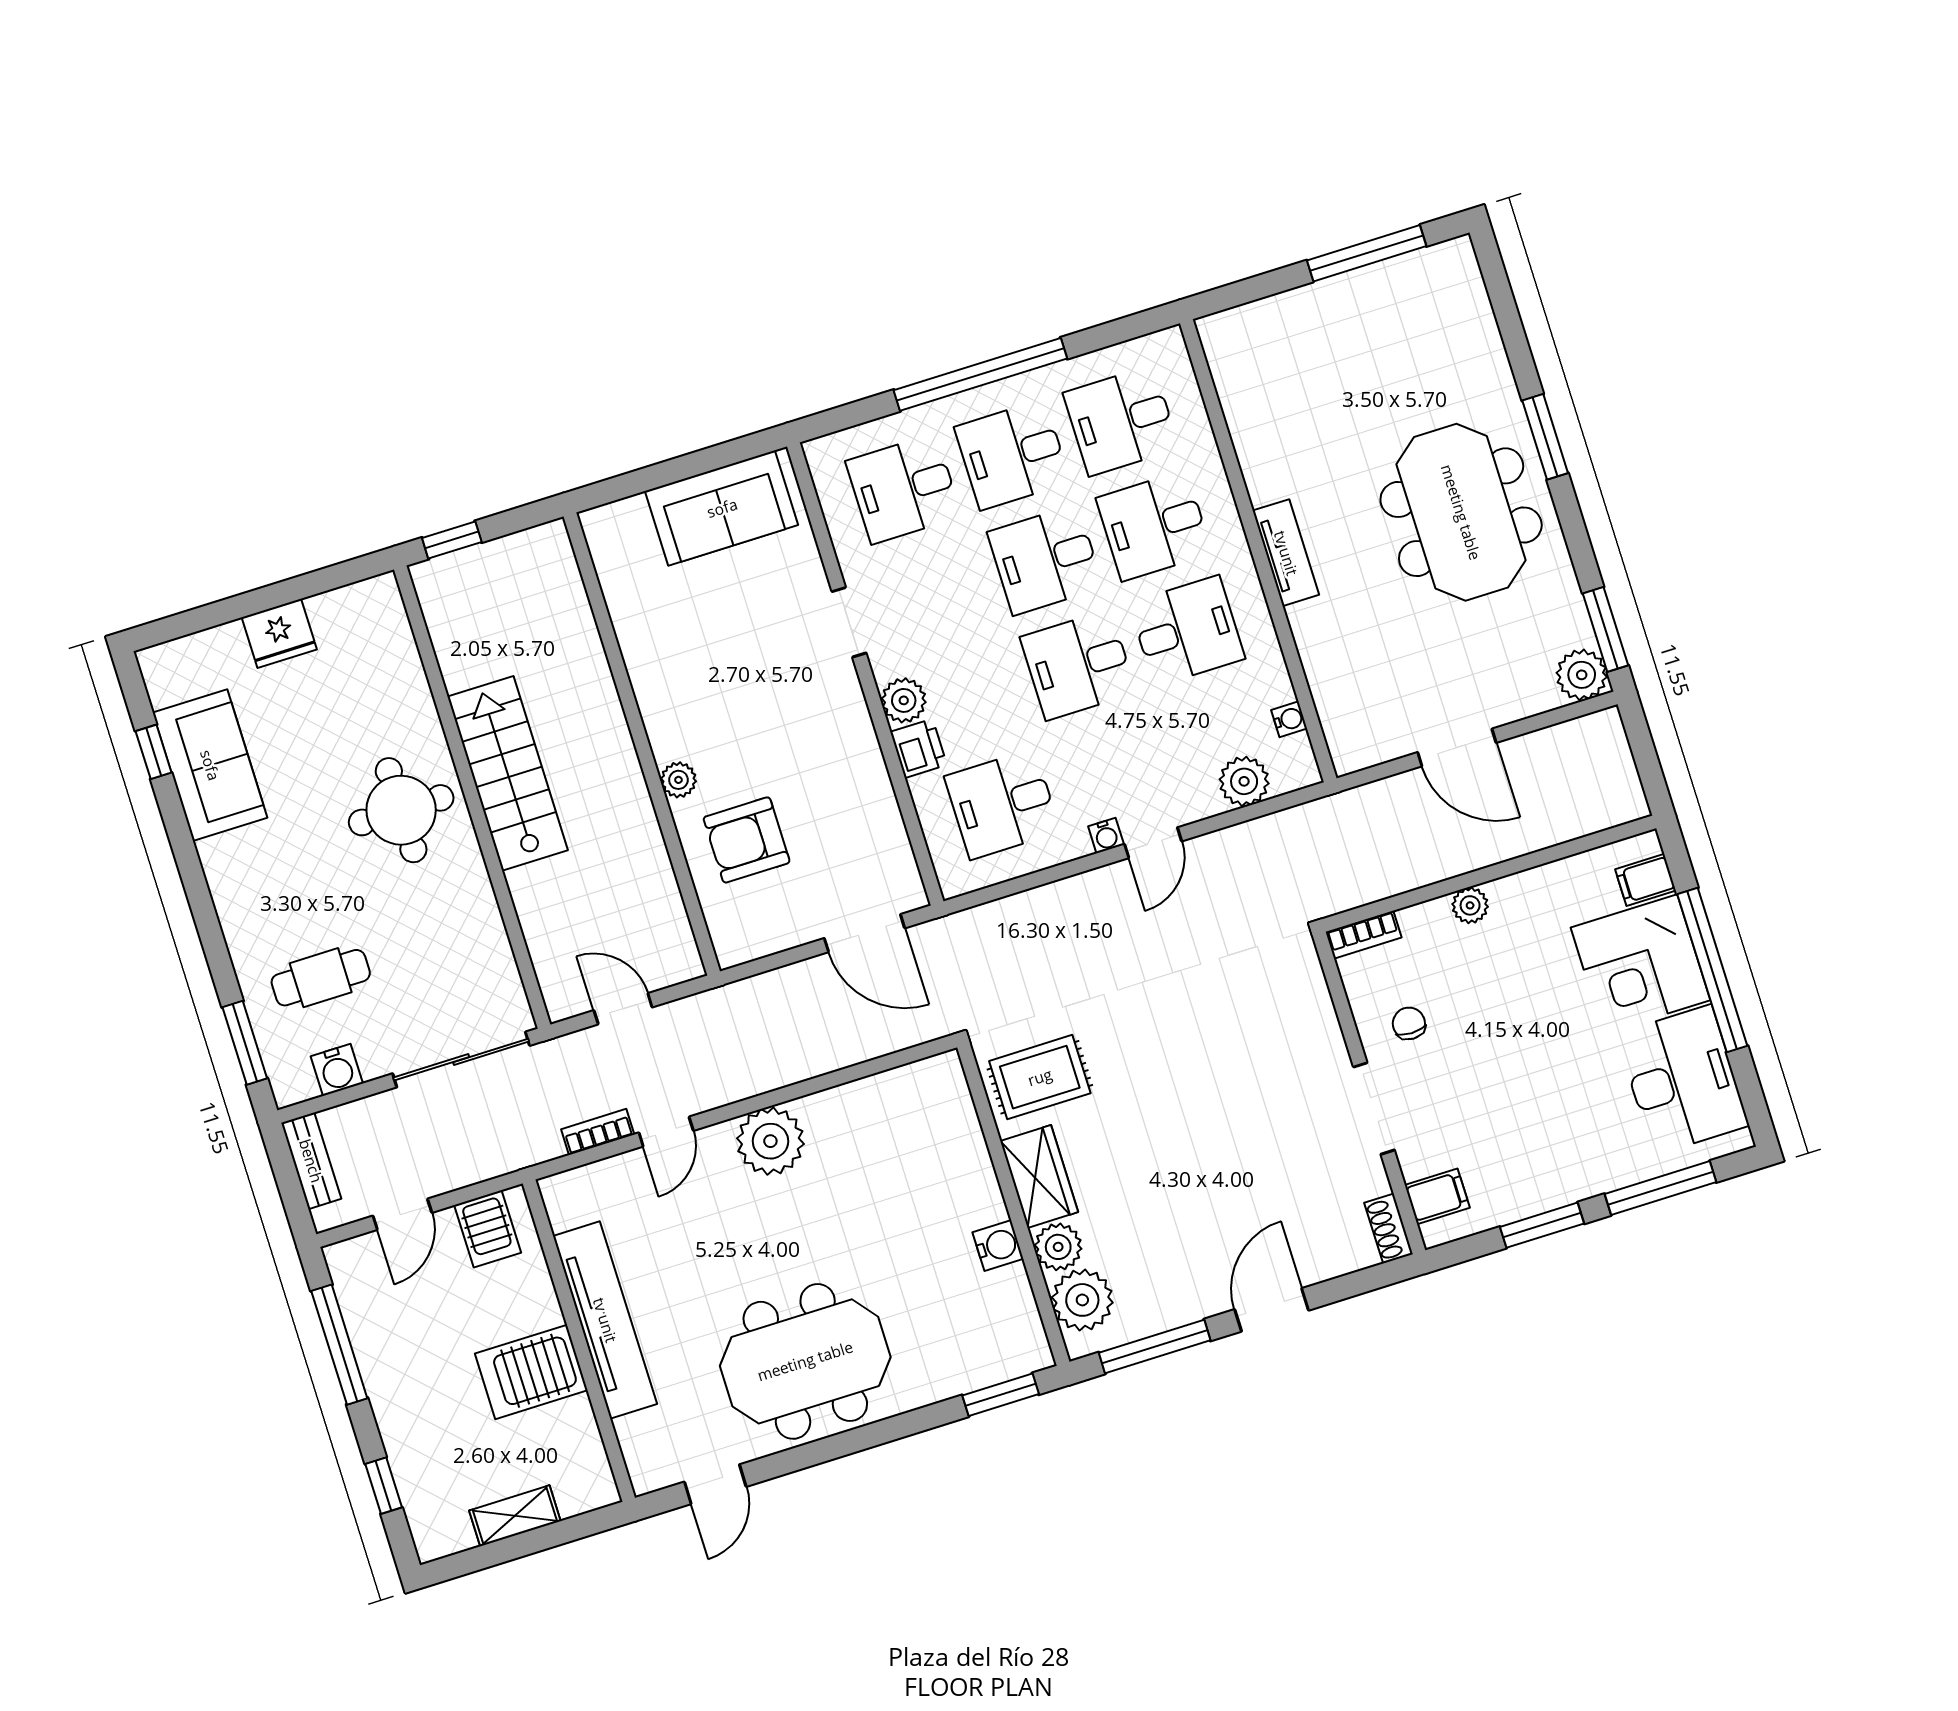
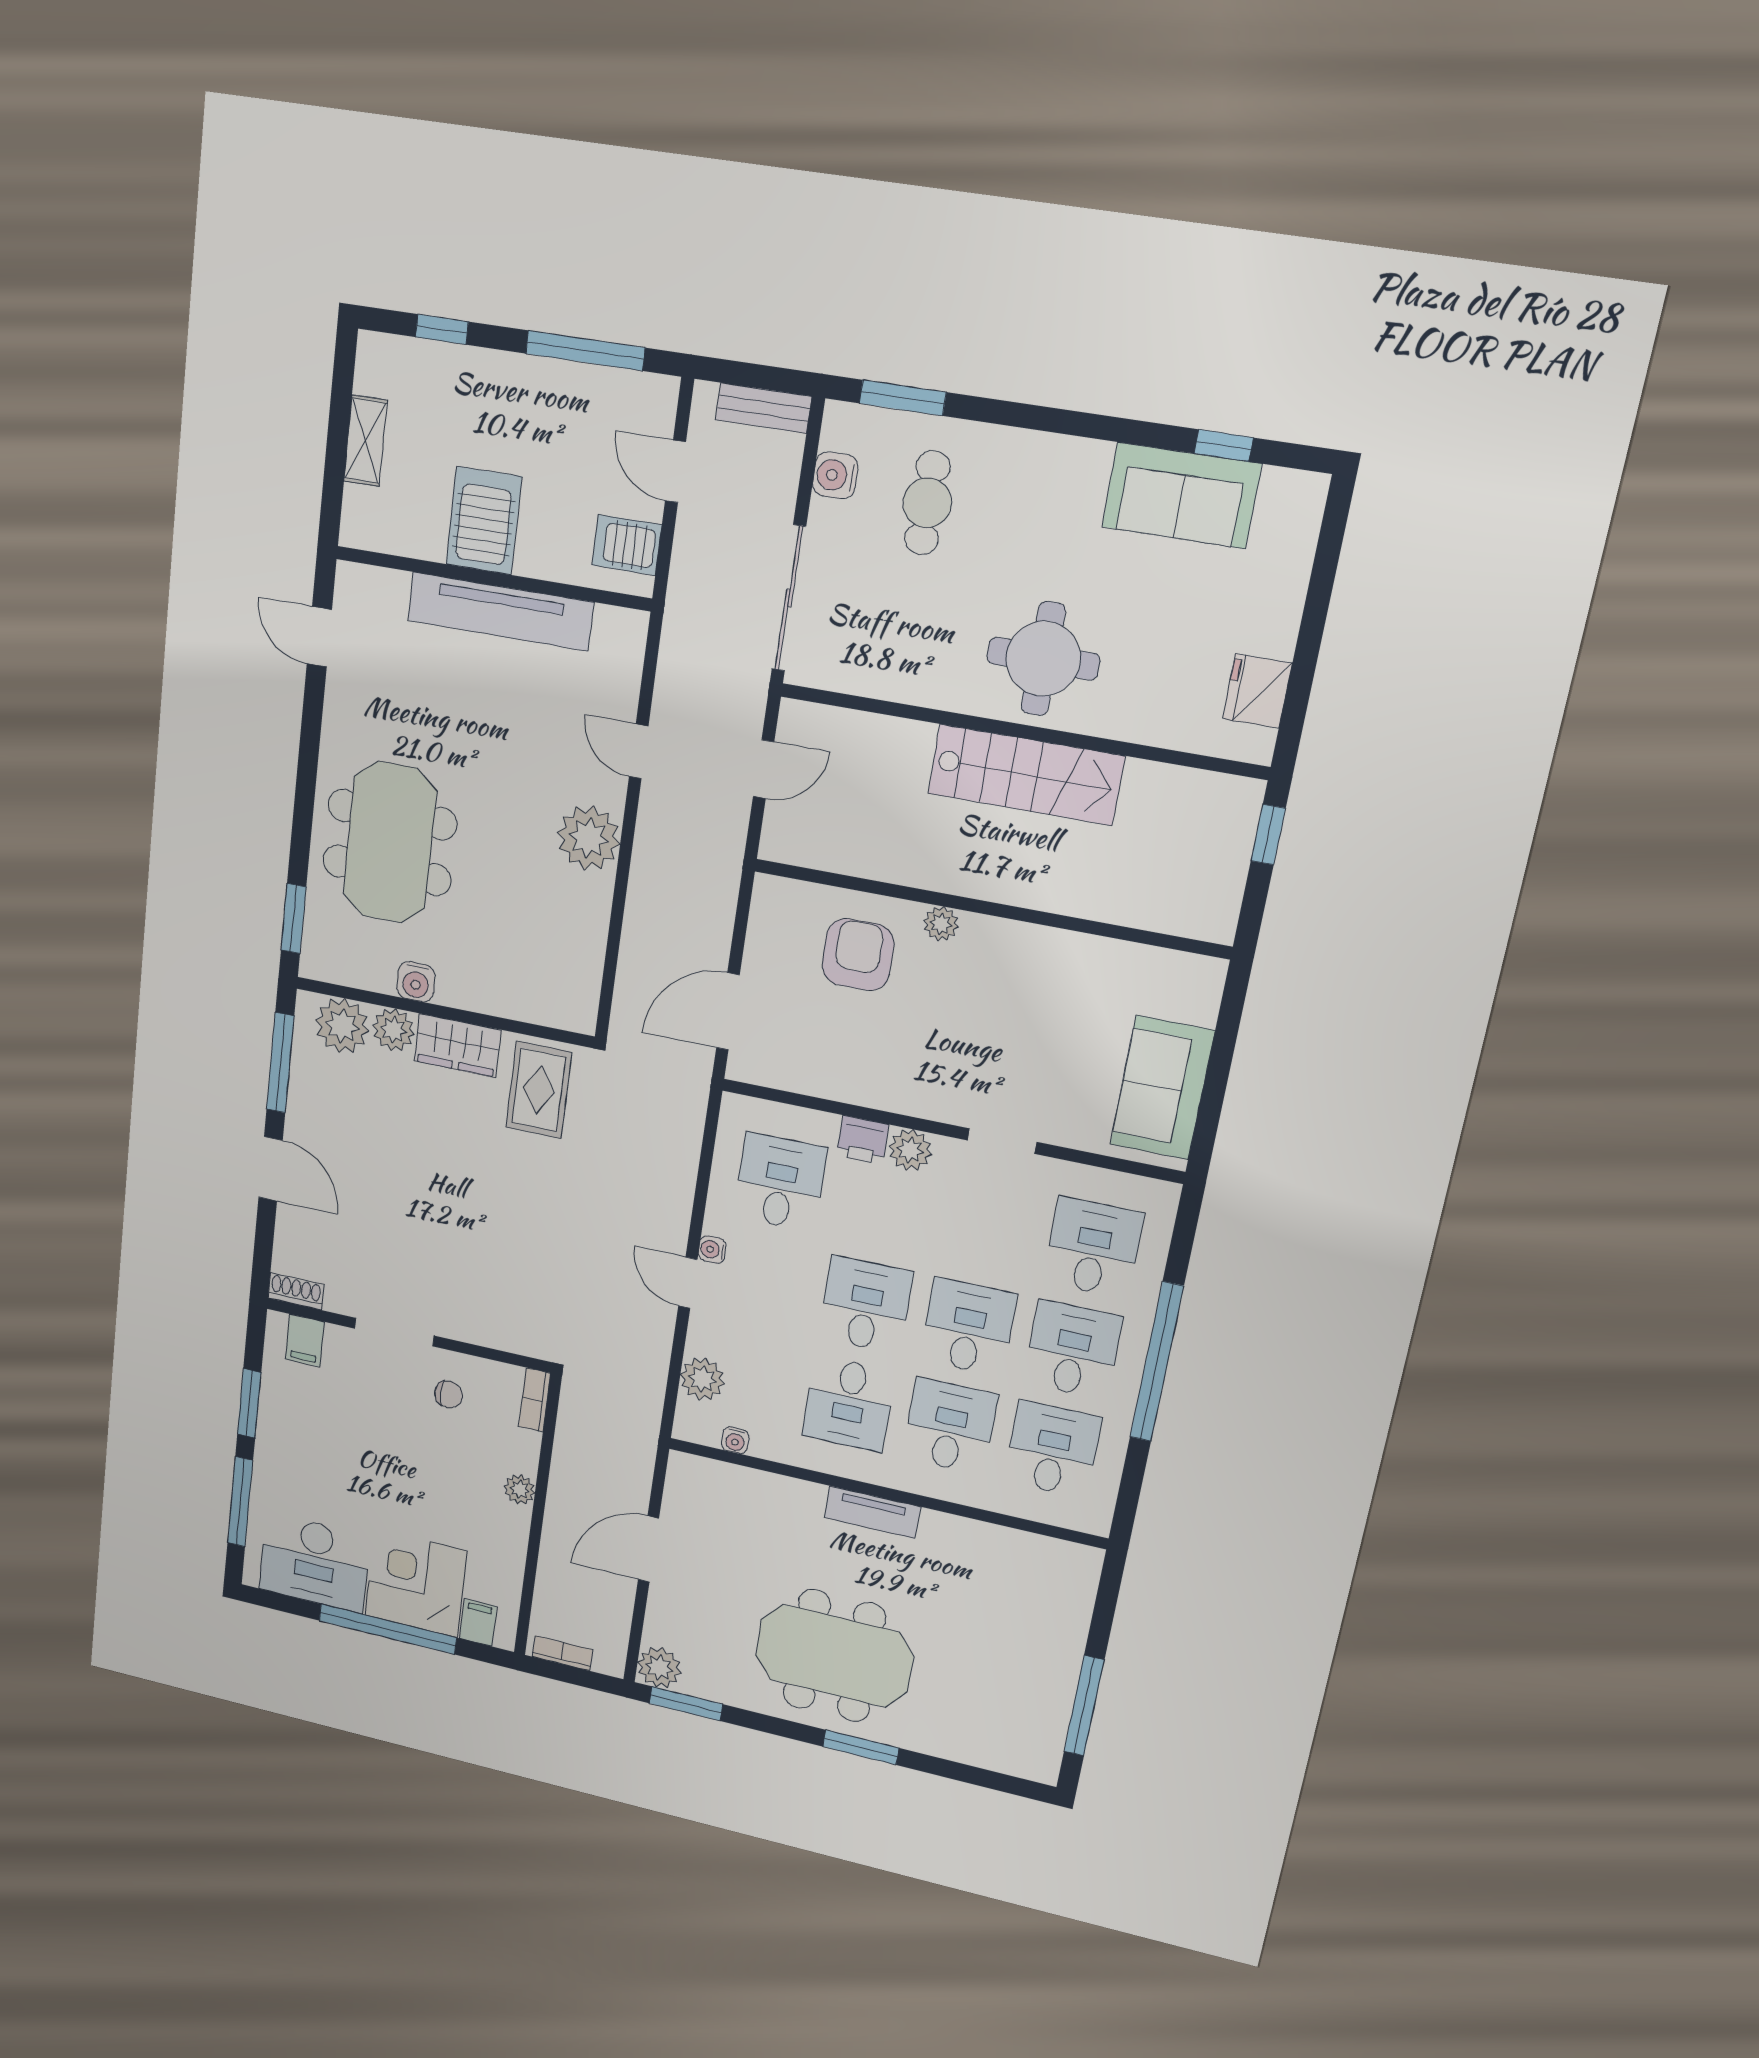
fridge: (279, 633) -> (1257, 691), moved
bookcase: (598, 1132) -> (562, 1653), moved, turned -90
meeting table: (805, 1361) -> (390, 843), moved

